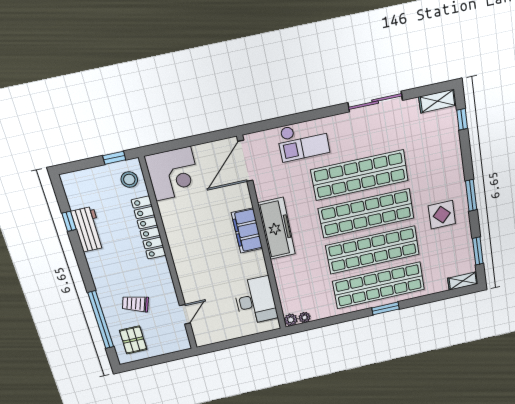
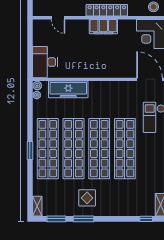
window: (471, 195) -> (84, 219), moved
locker: (149, 228) -> (107, 10), moved
freezer: (277, 229) -> (68, 89), moved
filing cabinet: (247, 231) -> (103, 27), moved, turned 180
desk: (256, 301) -> (45, 62), moved, turned 90

